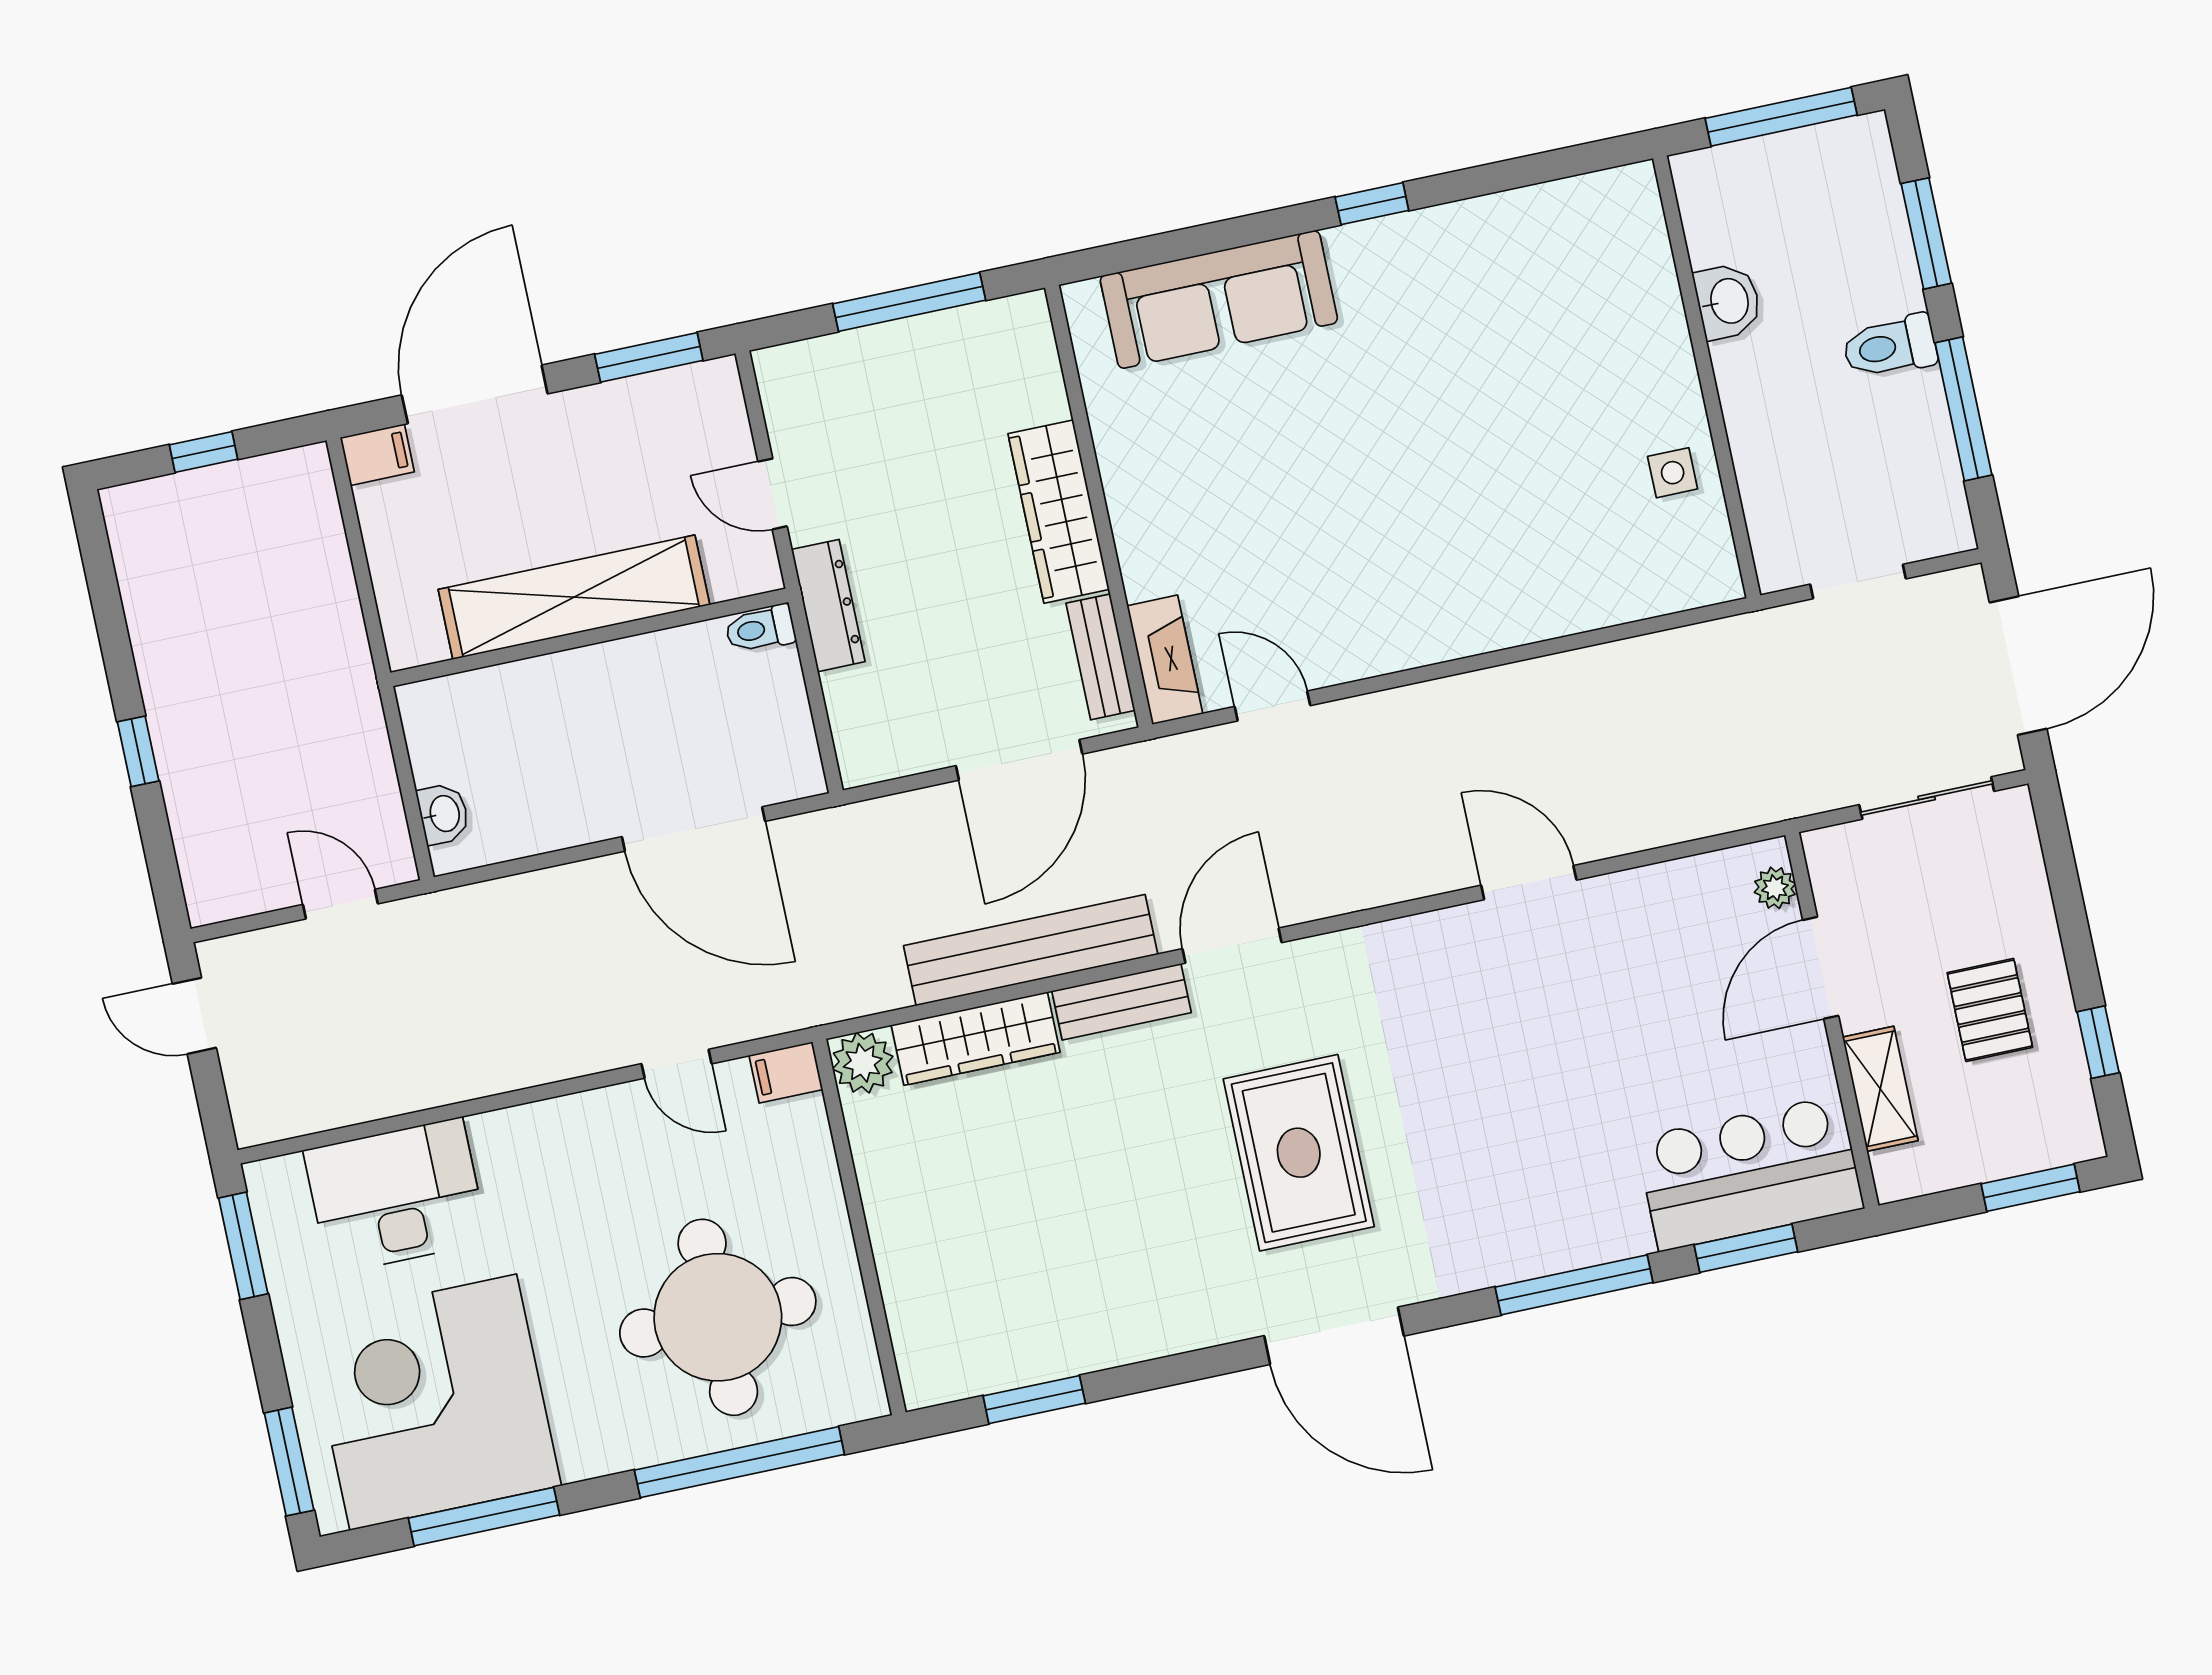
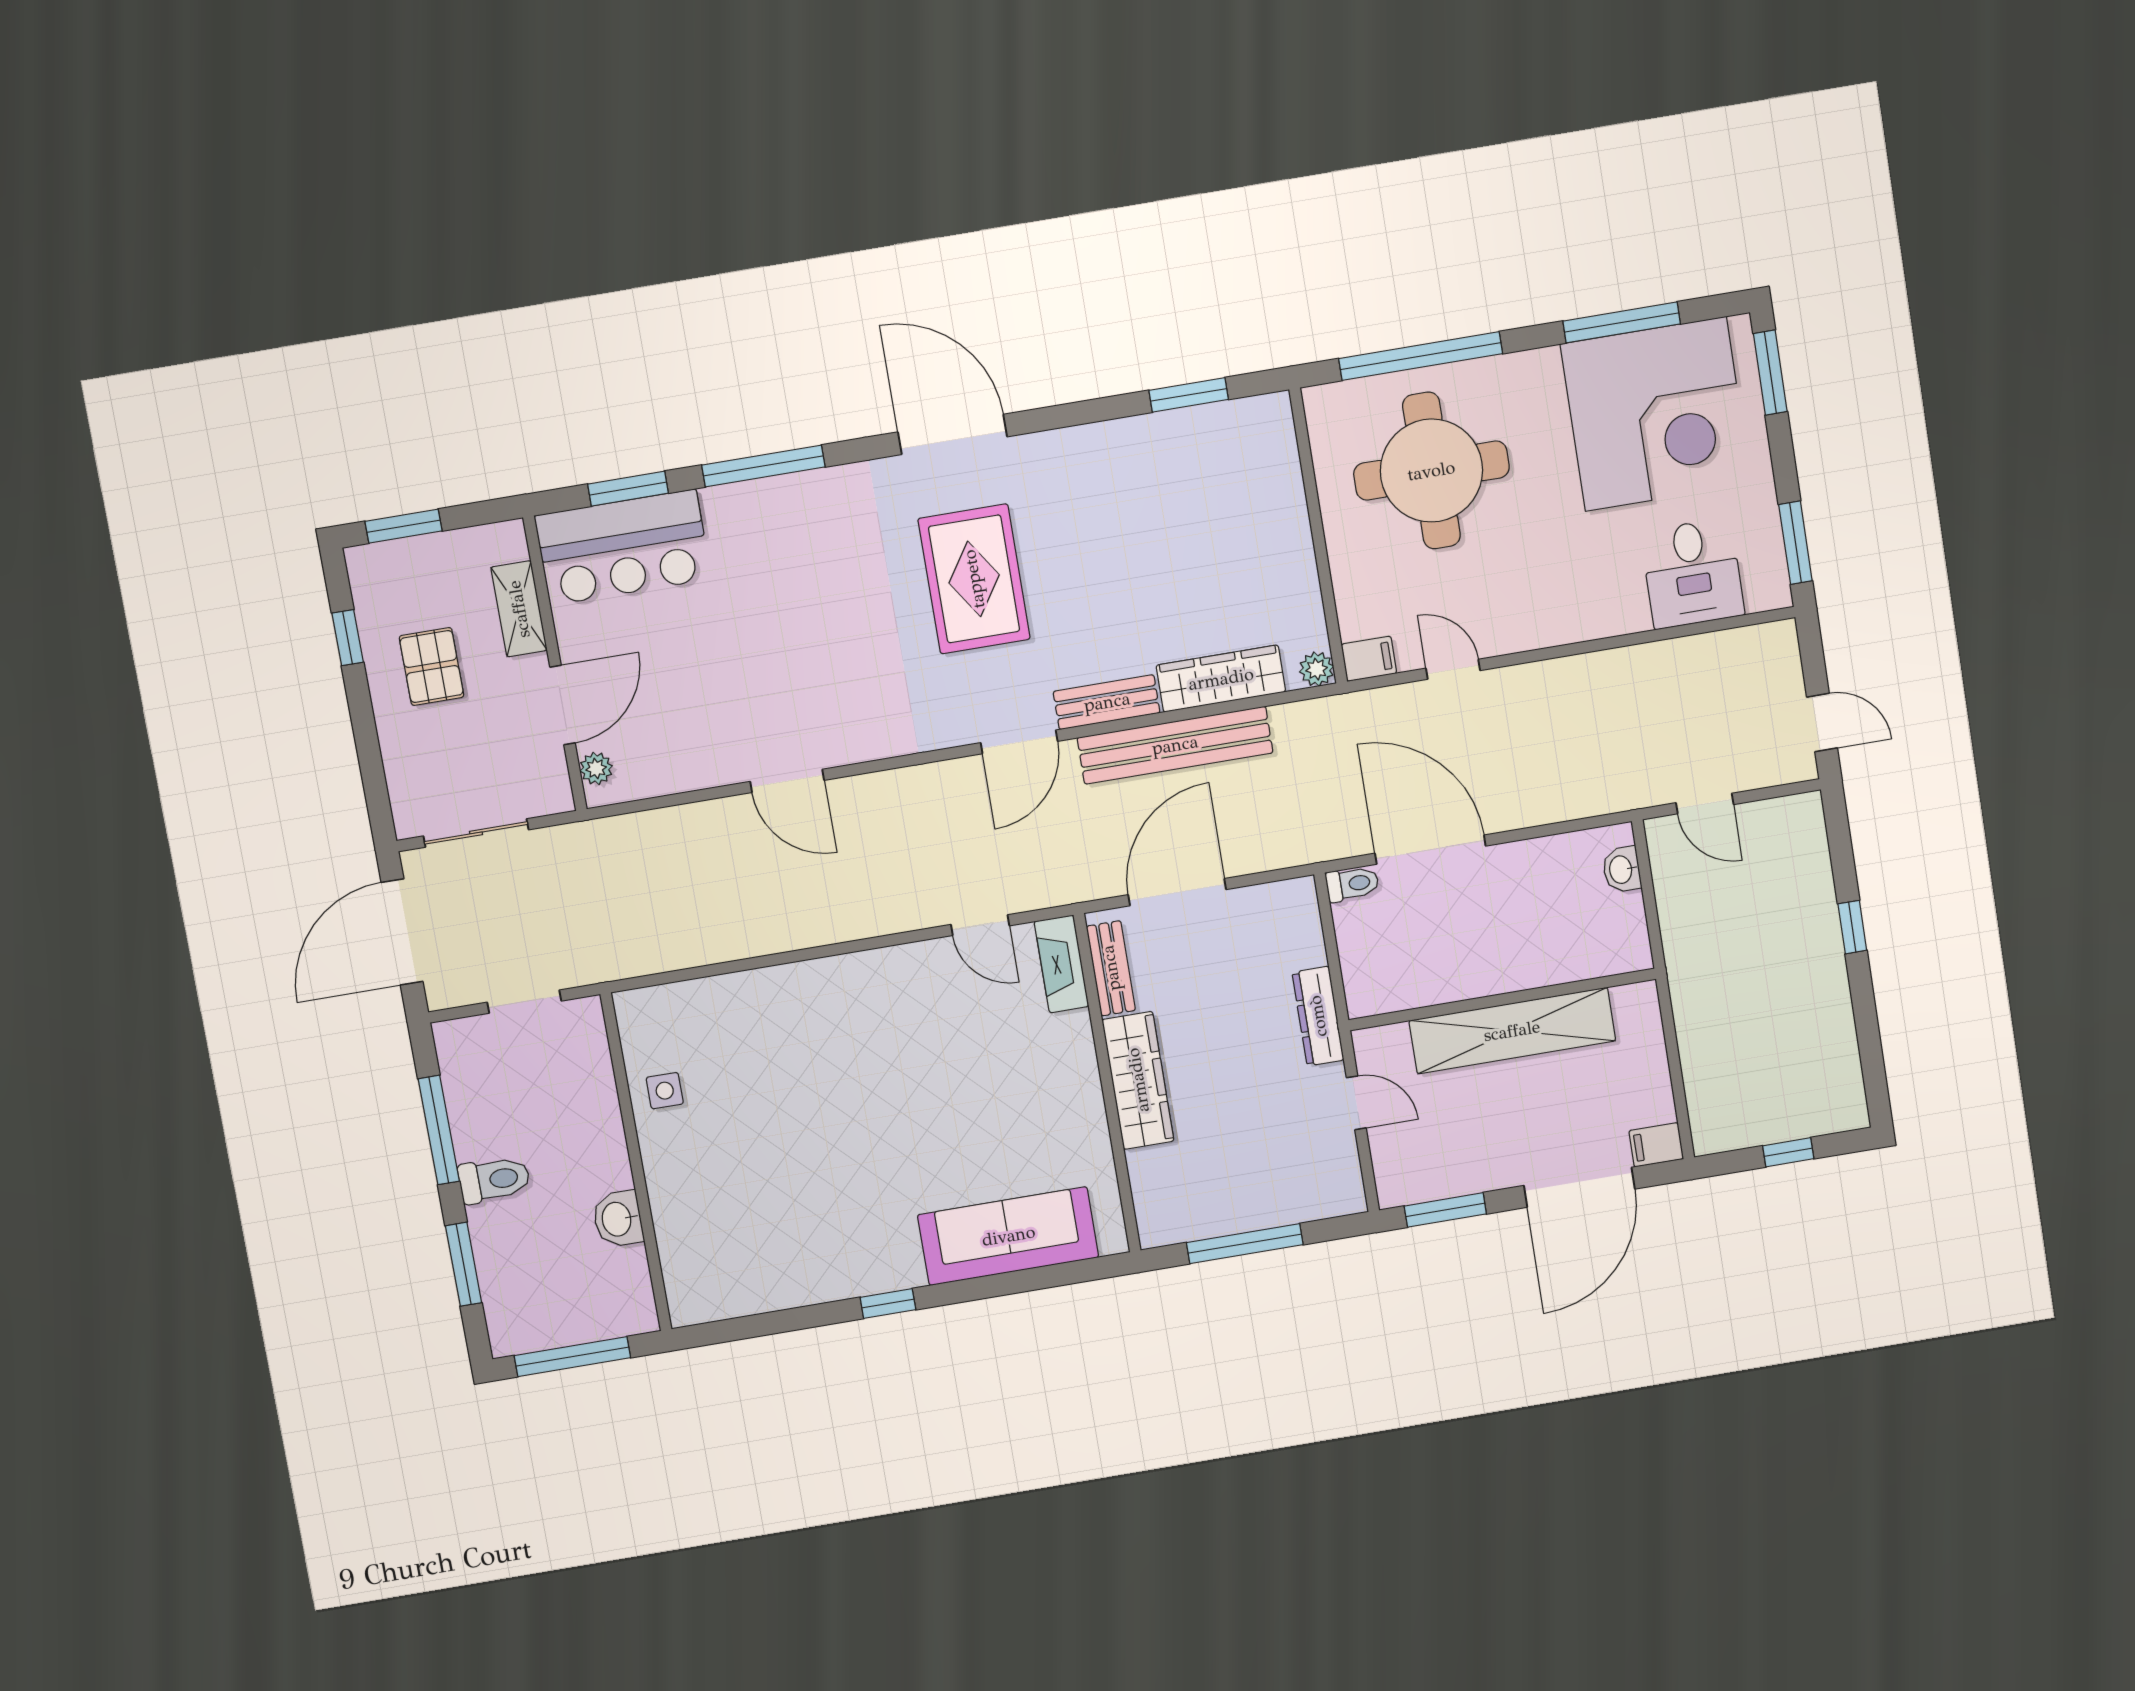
toilet: (760, 629) -> (1352, 884), moved
plant: (863, 1063) -> (1317, 669), width x0.73, depth x0.73
desk: (396, 1196) -> (1693, 573), width x0.73

